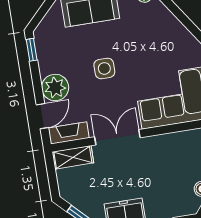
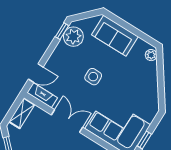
plant: (55, 87) -> (73, 37), moved
shelving: (73, 157) -> (22, 113), moved, turned 90

